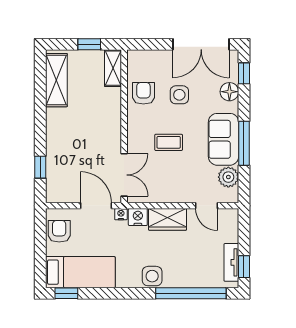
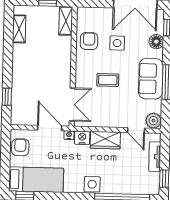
shelving: (56, 80) -> (19, 29), width x0.67, depth x0.75
plant: (228, 177) -> (153, 121), moved
tv unit: (231, 262) -> (155, 157), moved

